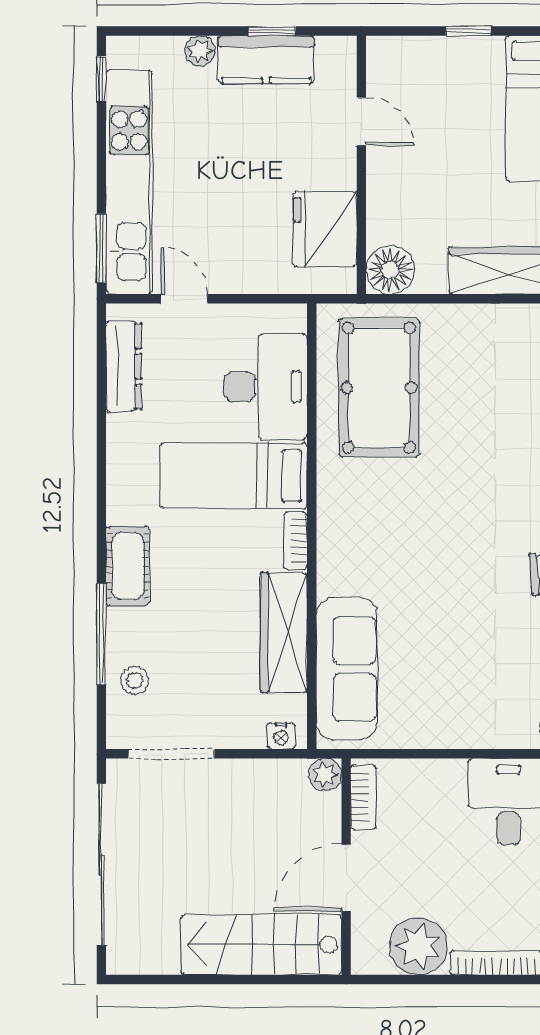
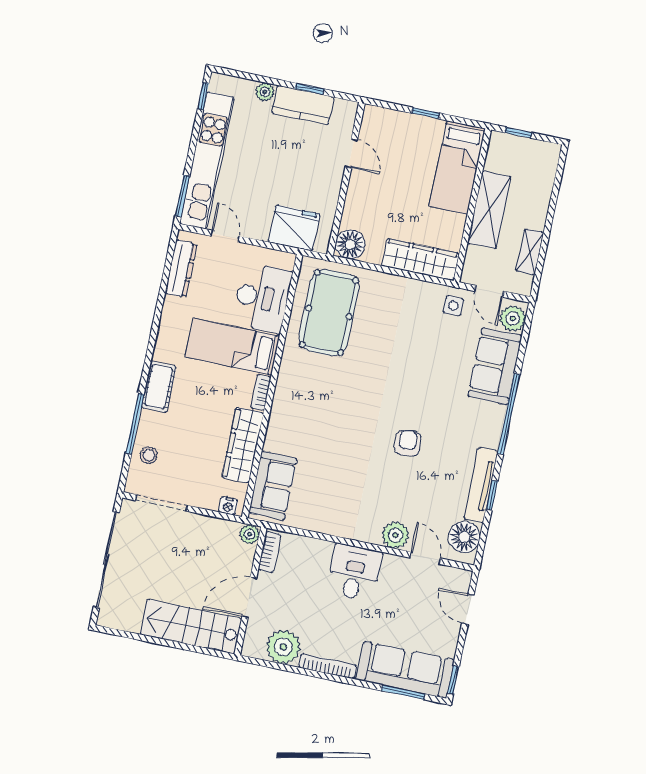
fridge: (325, 229) -> (294, 228), moved, turned 90
sofa: (347, 669) -> (273, 485), width x0.73

